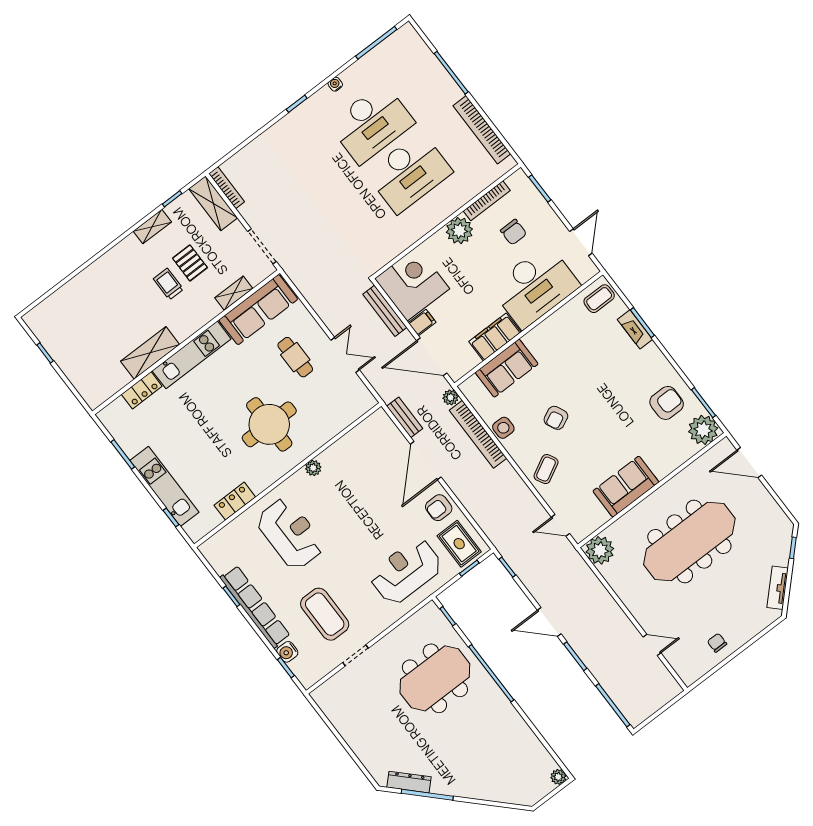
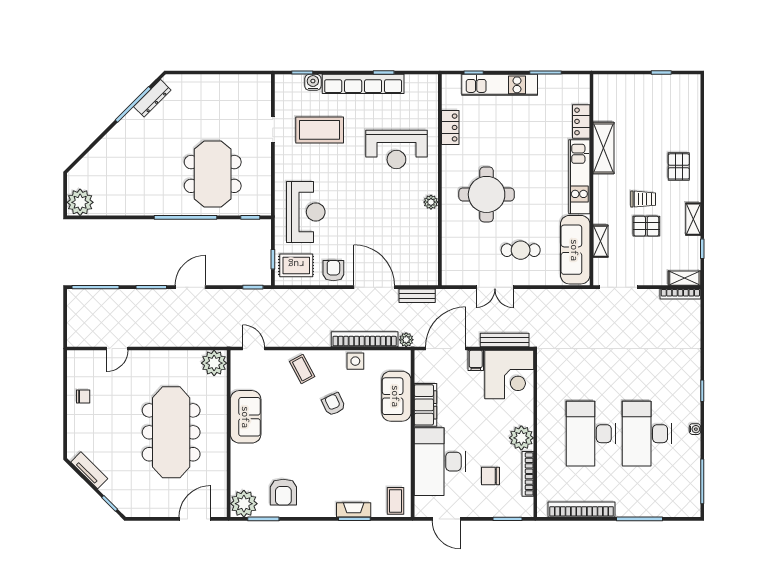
shelving: (213, 203) -> (684, 278), width x0.67, depth x0.75
pallet: (116, 275) -> (679, 166), added
door: (561, 525) -> (254, 348), hinge flipped
plant: (558, 777) -> (80, 202), width x1.87, depth x1.87

